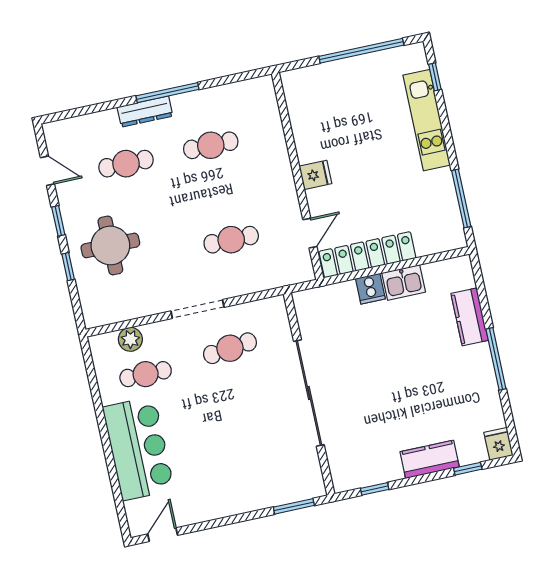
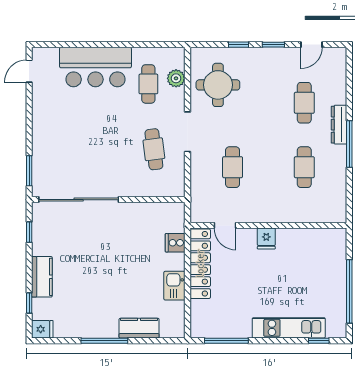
round table: (110, 245) -> (218, 85), moved
cooker: (370, 289) -> (175, 243), moved
sliding door: (309, 393) -> (79, 200), moved
door: (163, 535) -> (29, 71), swing flipped

